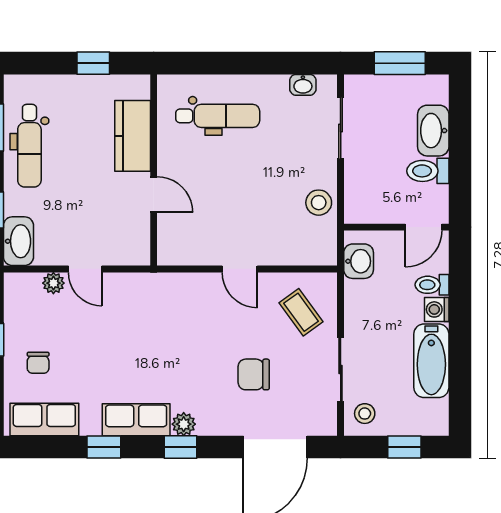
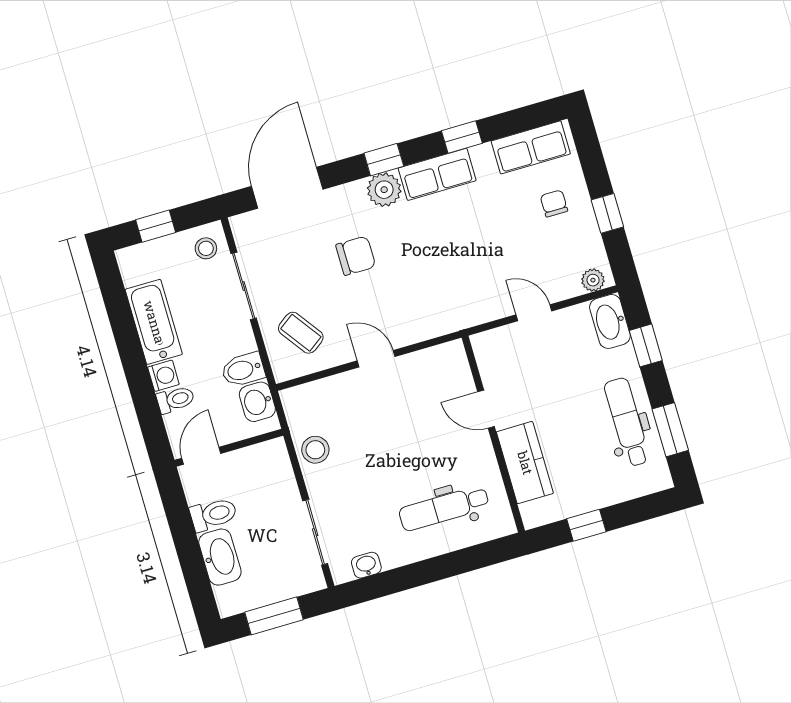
plant: (53, 283) -> (593, 280), moved
bidet: (363, 294) -> (243, 370), added
chair: (254, 374) -> (356, 256), moved
plant: (184, 424) -> (384, 190), width x1.38, depth x1.38

